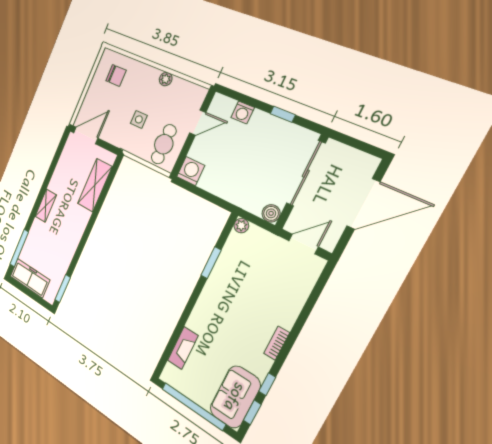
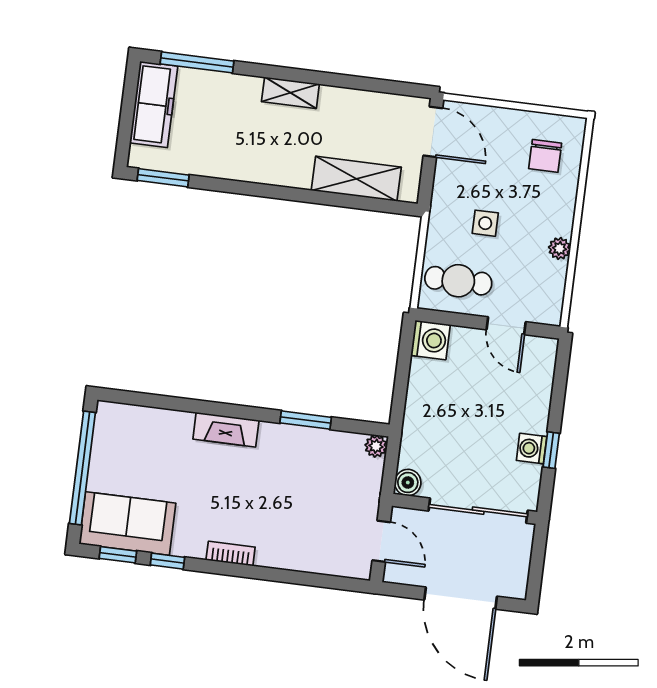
washing machine: (243, 113) -> (532, 449), moved
fireplace: (183, 348) -> (226, 430), moved

